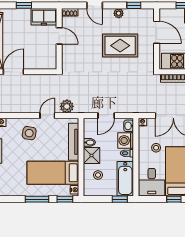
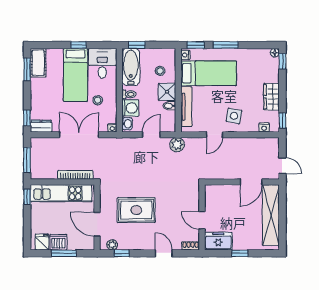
plant: (119, 13) -> (112, 245), moved
plant: (67, 106) -> (177, 145), moved

